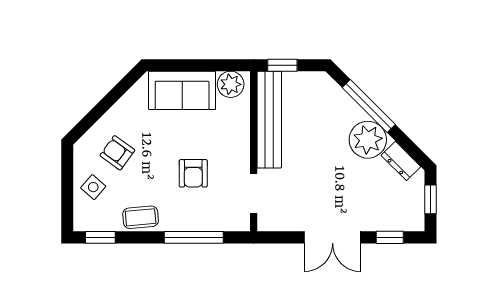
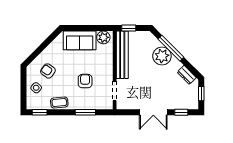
plant: (368, 140) -> (162, 56), moved
armchair: (193, 173) -> (85, 81), turned 180
window: (194, 237) -> (85, 112), width x0.69

